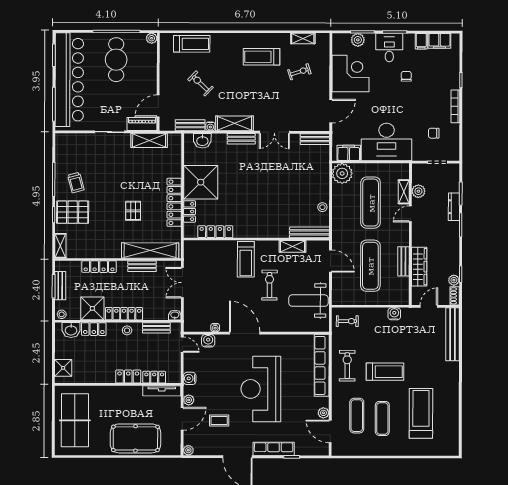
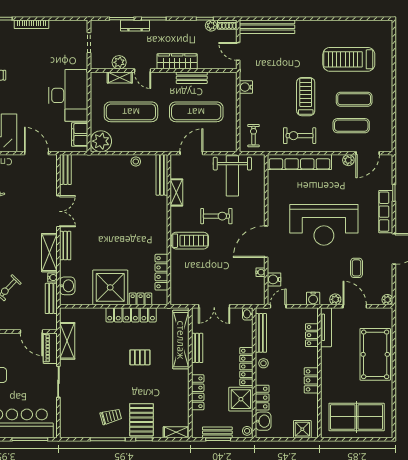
chair: (434, 133) -> (59, 47), removed
wardrobe: (419, 267) -> (177, 61), moved
exercise bike: (270, 285) -> (216, 216), turned 180
bench: (156, 328) -> (261, 333), width x1.36
locker: (128, 377) -> (311, 380), moved

